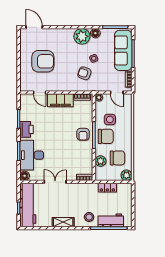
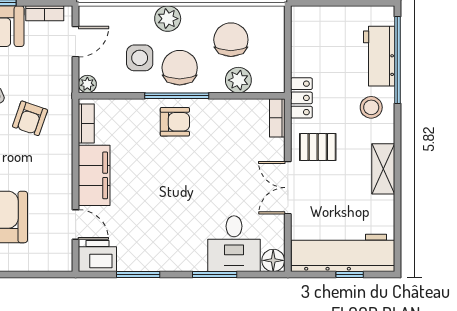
door: (40, 92) -> (76, 225), hinge flipped
printer: (26, 129) -> (97, 256), moved
desk: (32, 155) -> (234, 244), width x0.73
plant: (126, 175) -> (168, 19), moved
locker: (107, 188) -> (301, 98), moved
pallet: (72, 195) -> (318, 147), added

